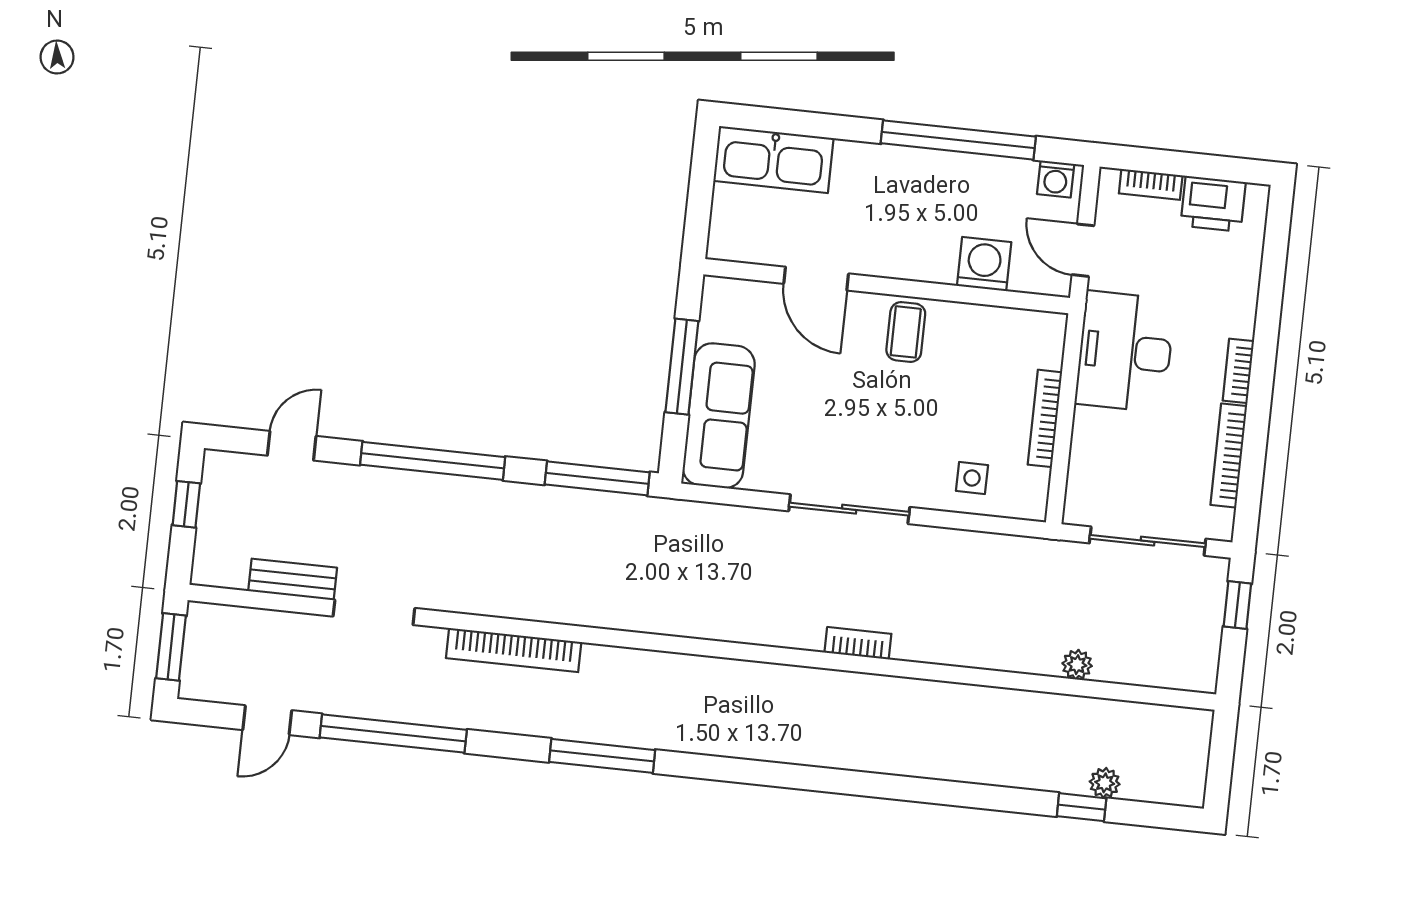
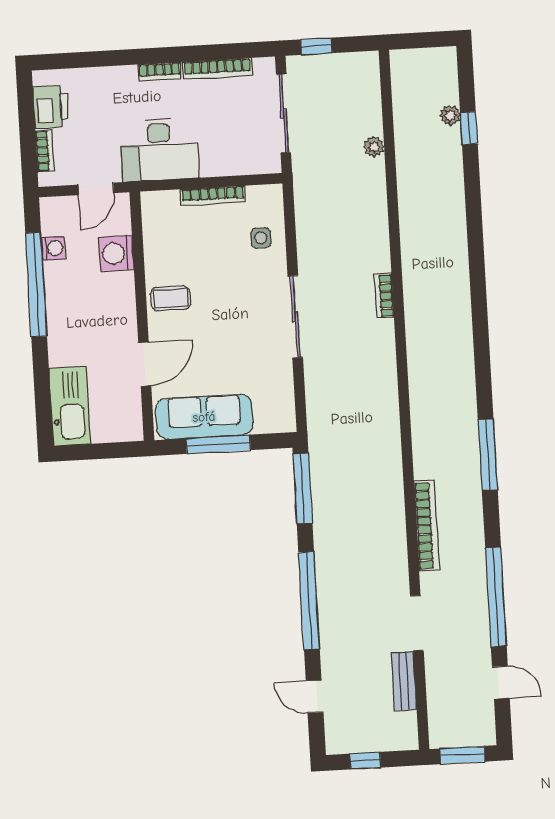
washing machine: (1056, 179) -> (53, 248), moved
sofa: (719, 416) -> (204, 417), moved

